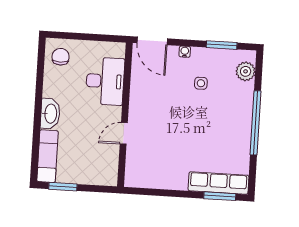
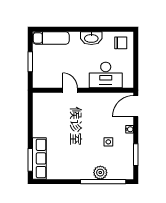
plant: (246, 71) -> (100, 173), moved
washbasin: (50, 114) -> (91, 38), moved
window: (255, 123) -> (103, 182), moved
window: (63, 187) -> (30, 62), moved

